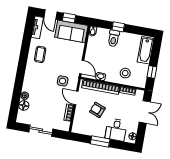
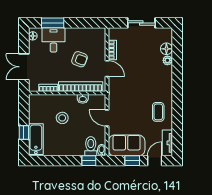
door: (50, 15) -> (155, 161), hinge flipped
window: (118, 27) -> (89, 161), moved
toilet: (114, 38) -> (91, 146), moved
door: (82, 67) -> (107, 118), moved
window: (152, 72) -> (24, 133), moved
stool: (125, 73) -> (62, 118), moved
side table: (63, 81) -> (126, 86), removed
window: (100, 141) -> (53, 23), moved

